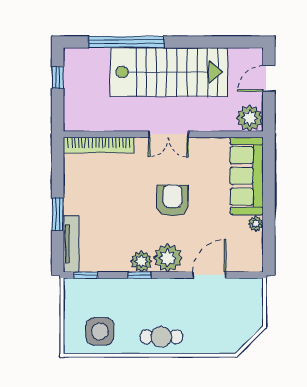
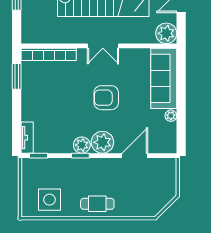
armchair: (173, 201) -> (106, 98), turned -90
window: (58, 214) -> (17, 76), moved
tv unit: (71, 244) -> (27, 138), width x0.71

